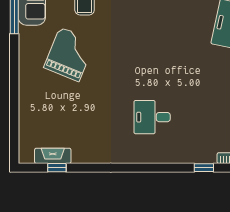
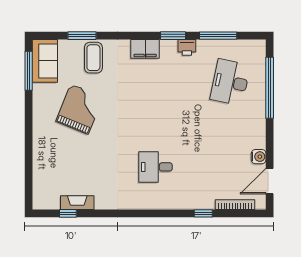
fireplace: (53, 156) -> (77, 203), moved

